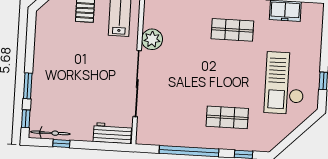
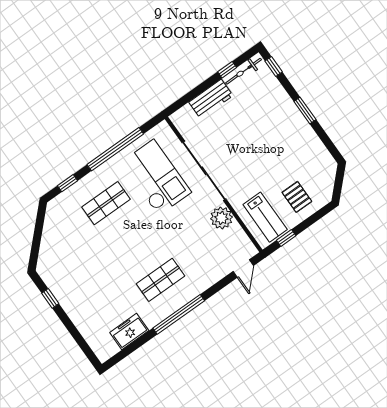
checkout: (285, 83) -> (156, 177), moved
window: (28, 86) -> (305, 111), moved
workbench: (112, 133) -> (211, 99), moved

